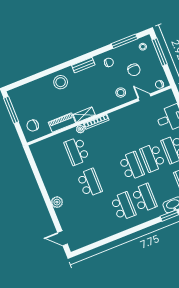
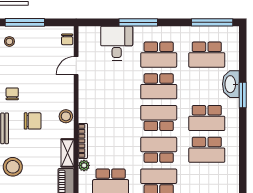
chair: (134, 70) -> (33, 121), moved
stool: (121, 93) -> (66, 116), moved
school desk: (111, 174) -> (159, 150), added
school desk: (144, 198) -> (207, 118), turned 180
school desk: (123, 206) -> (207, 150), turned 180

